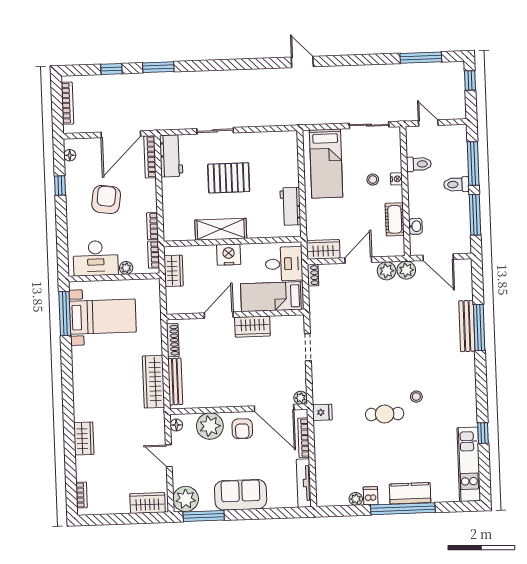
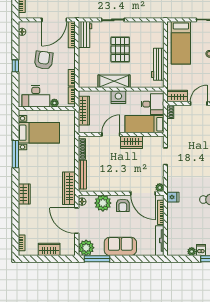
pallet: (229, 178) -> (120, 49), turned 90
window: (60, 186) -> (15, 66), moved
workbench: (290, 206) -> (158, 64), width x1.38
wardrobe: (174, 271) -> (84, 111), width x1.50
window: (65, 314) -> (15, 154), moved
wardrobe: (153, 382) -> (69, 188), moved
wardrobe: (84, 438) -> (24, 194), moved
door: (169, 456) -> (77, 221), width x1.87
wardrobe: (148, 503) -> (49, 249), moved

